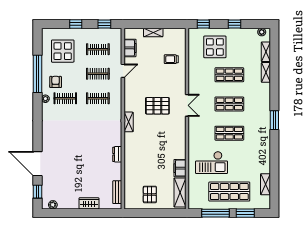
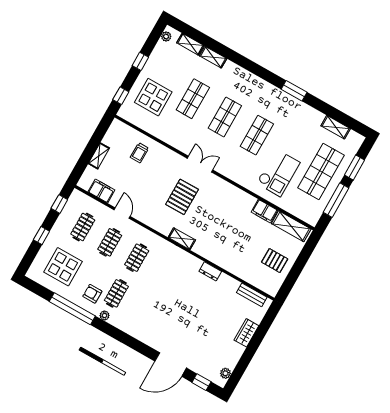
window: (274, 120) -> (294, 91), moved

